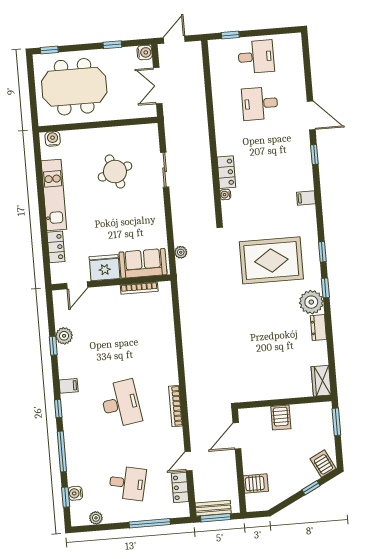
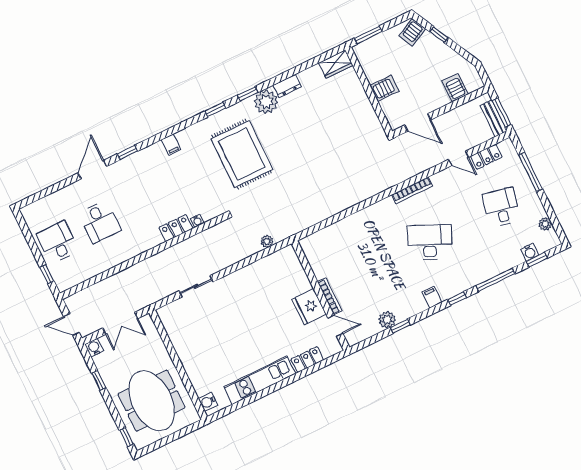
round table: (115, 172) -> (216, 332), removed
sofa: (143, 263) -> (291, 272), removed
bookcase: (139, 288) -> (330, 296), moved
desk: (121, 404) -> (430, 242), turned 33

